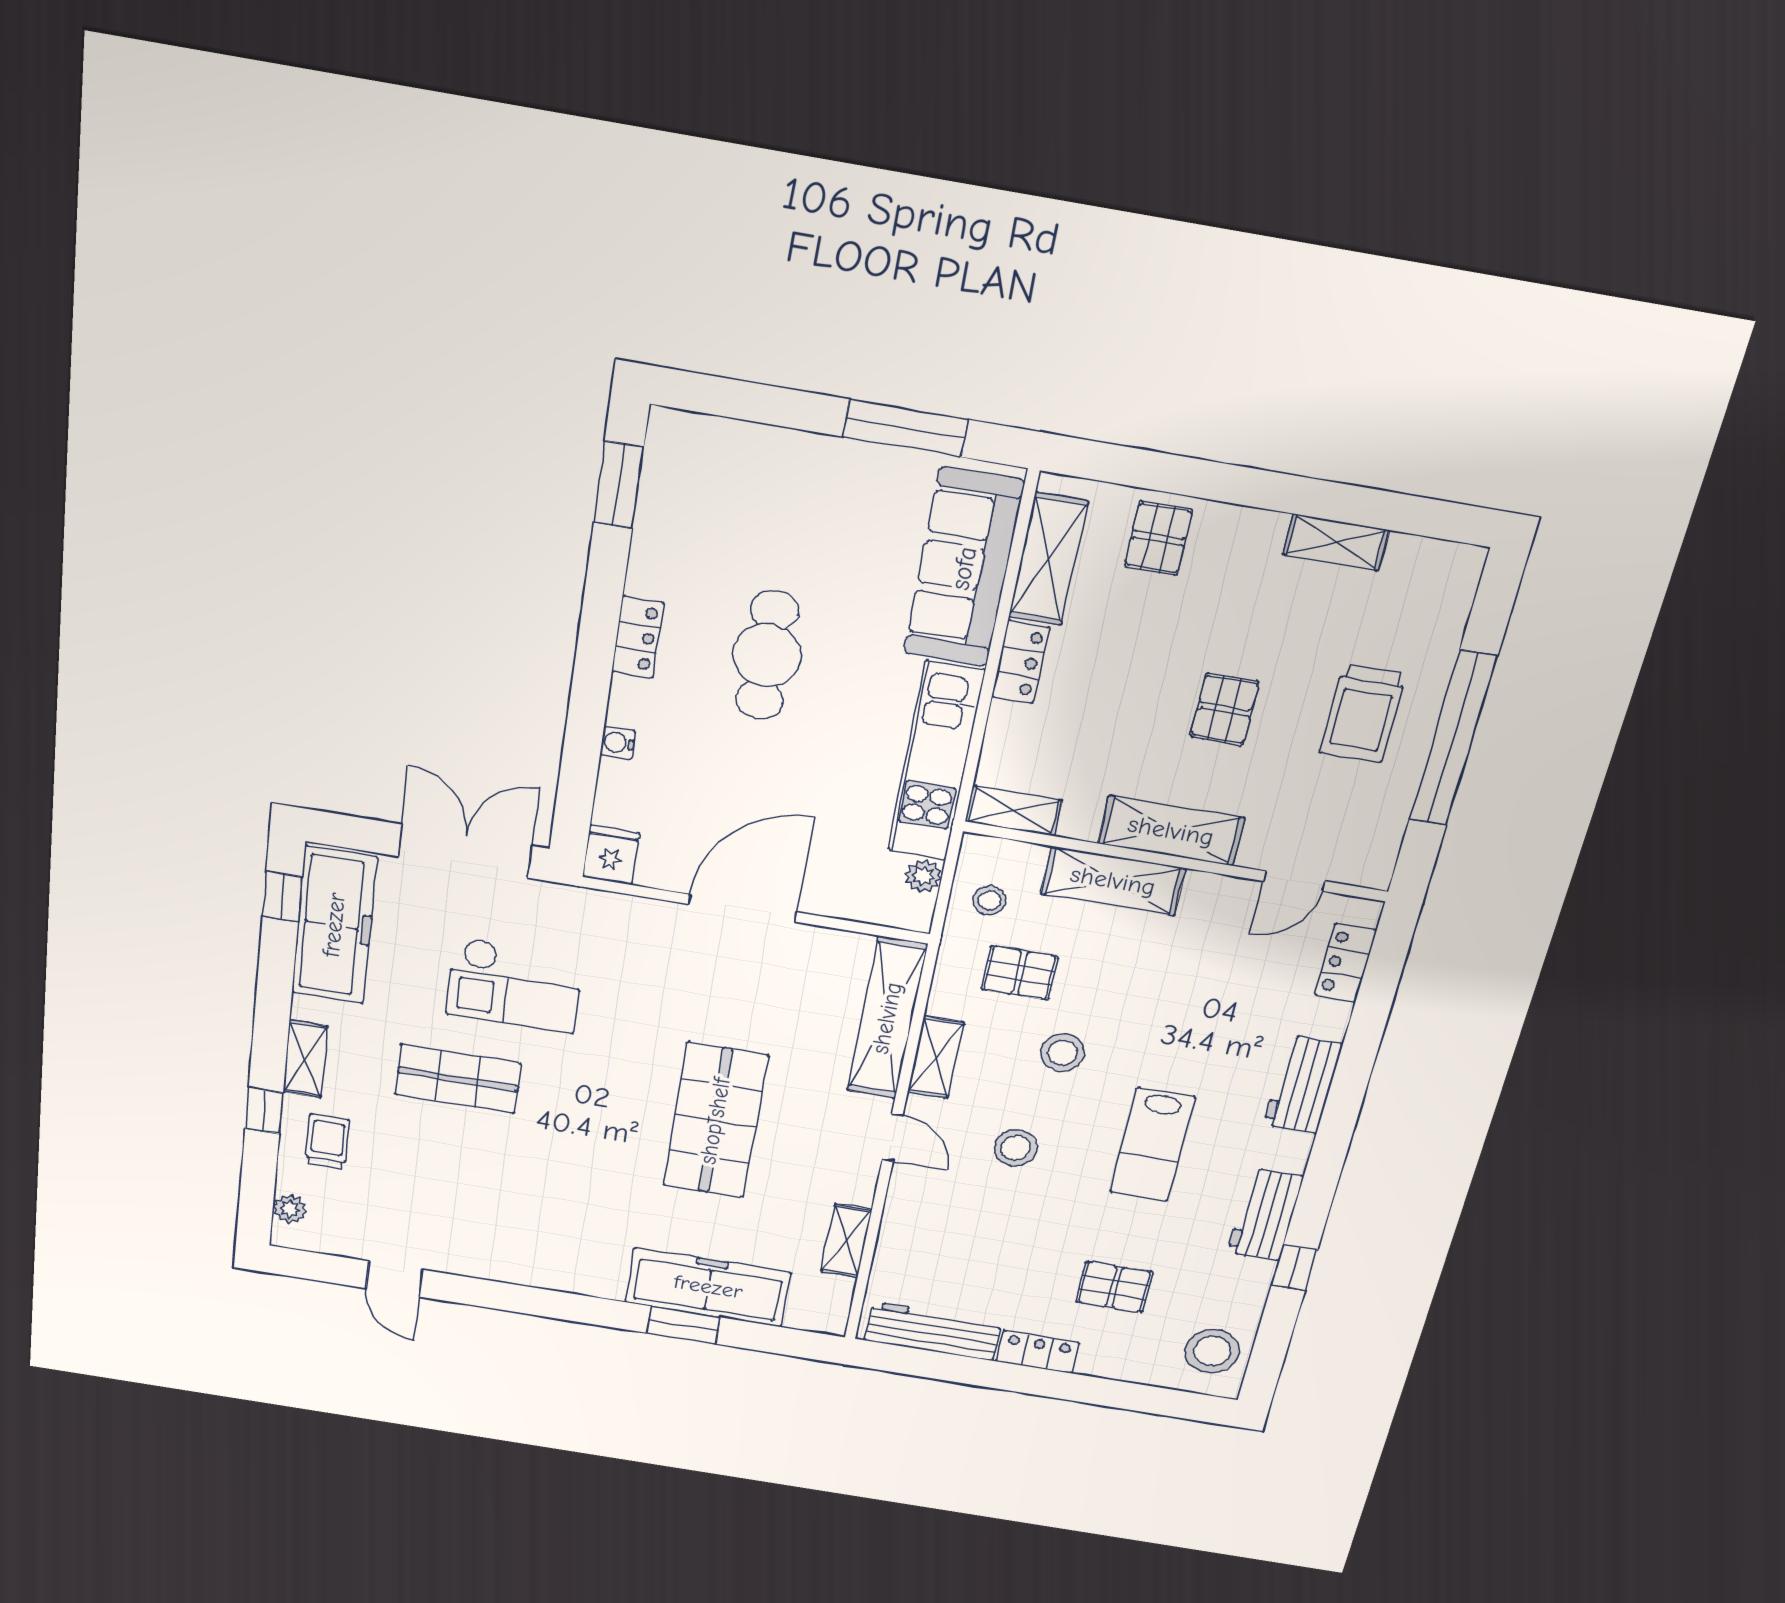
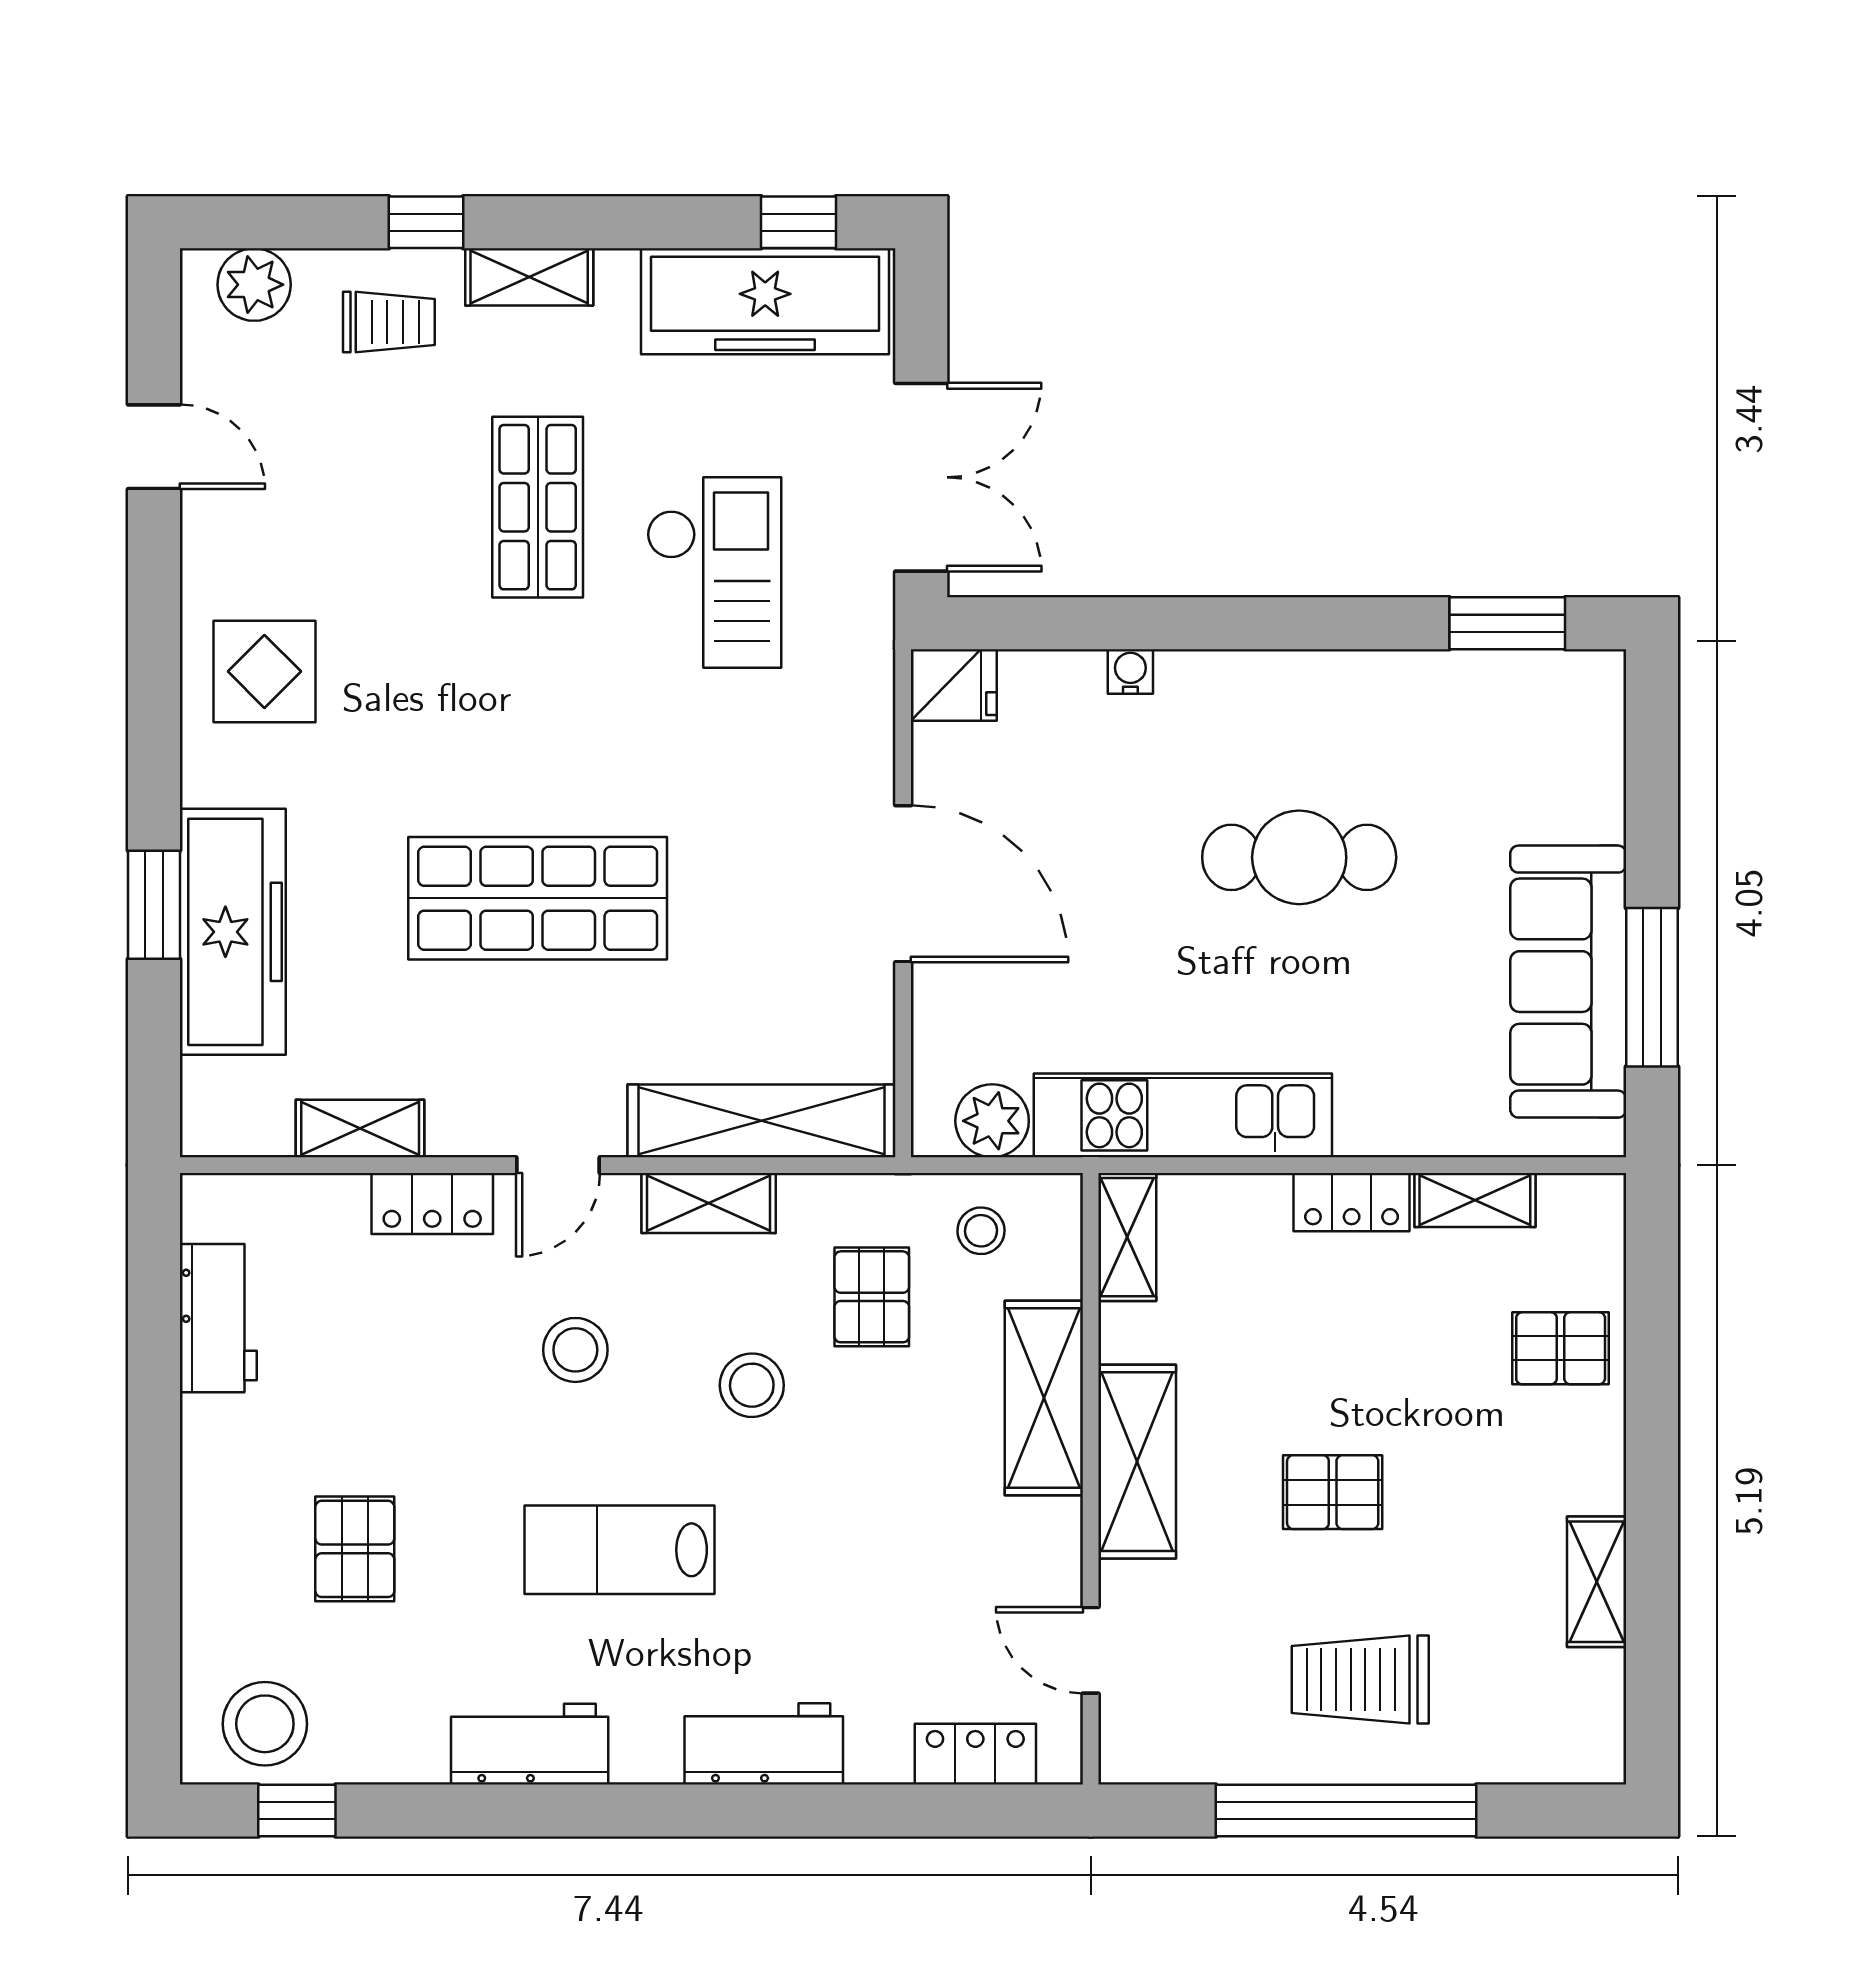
shelving: (1048, 559) -> (1475, 1200), width x0.67, depth x0.75
sofa: (964, 568) -> (1568, 982), moved, turned -90
locker: (638, 637) -> (1294, 678), removed
plant: (923, 876) -> (992, 1121), width x1.38, depth x1.38
checkout: (514, 985) -> (714, 573), turned 180
plant: (290, 1209) -> (254, 285), width x1.38, depth x1.38
display table: (545, 1244) -> (264, 671), added
window: (1294, 1267) -> (297, 1811), moved
door: (394, 1279) -> (154, 447), swing flipped
workbench: (933, 1331) -> (218, 1318), width x0.73
locker: (1038, 1352) -> (432, 1204), moved, turned 90

